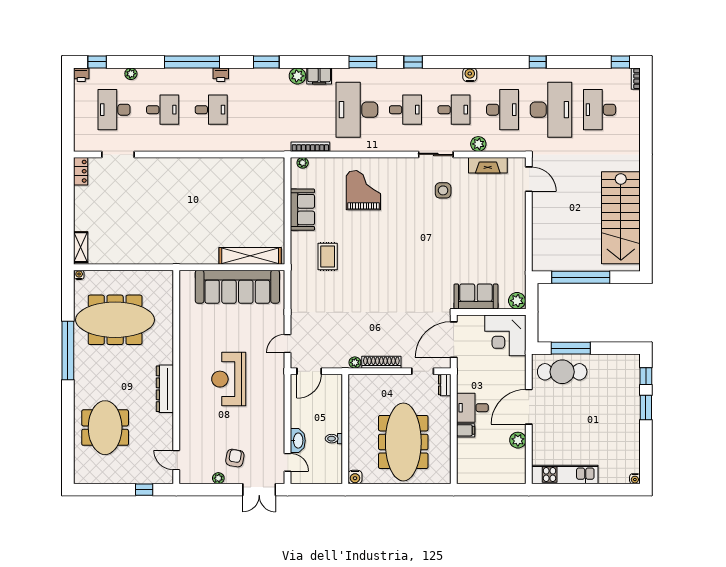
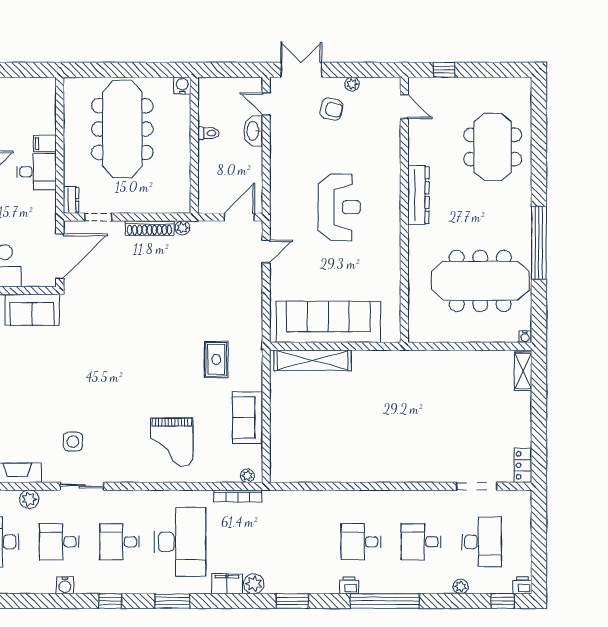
water cooler: (470, 75) -> (65, 585), moved
armchair: (235, 458) -> (331, 109), turned -88

